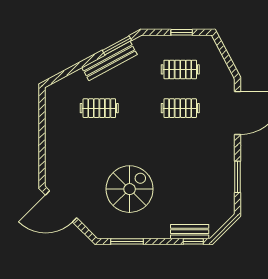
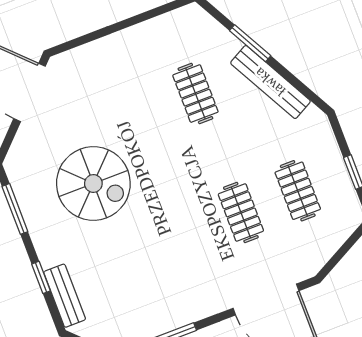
window: (117, 45) -> (250, 43), moved
window: (193, 241) -> (41, 277), moved

